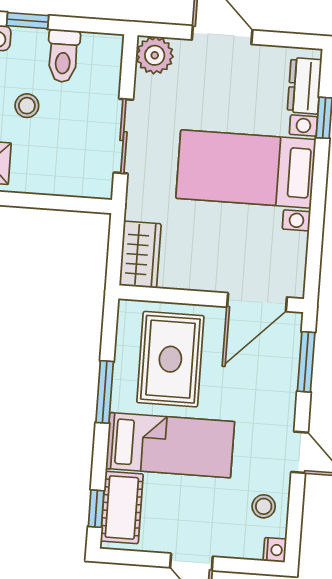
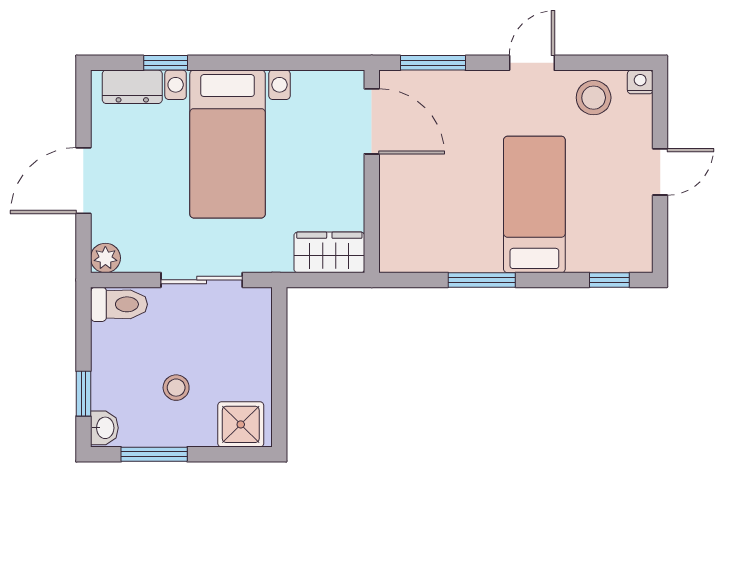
plant: (155, 55) -> (105, 258), width x0.73, depth x0.73
toilet: (63, 56) -> (119, 304), moved
rug: (170, 359) -> (441, 211), removed
stool: (264, 506) -> (594, 98), width x1.37, depth x1.37
cot: (122, 507) -> (606, 252), removed

